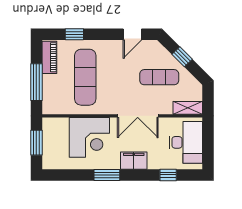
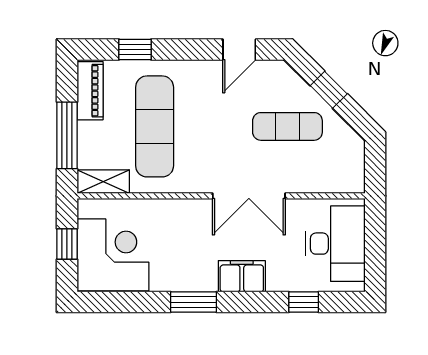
shelving: (188, 108) -> (103, 182), moved
corner desk: (89, 137) -> (113, 255), moved, turned -90
window: (36, 143) -> (67, 244), width x0.67

